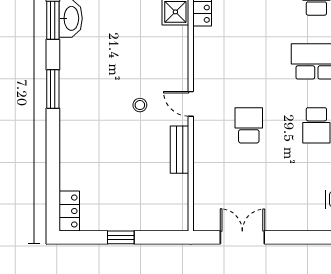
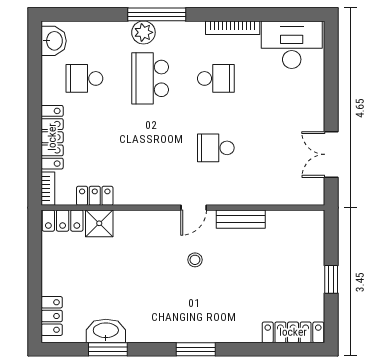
window: (53, 89) -> (196, 349), moved
locker: (69, 211) -> (293, 332), width x1.53

